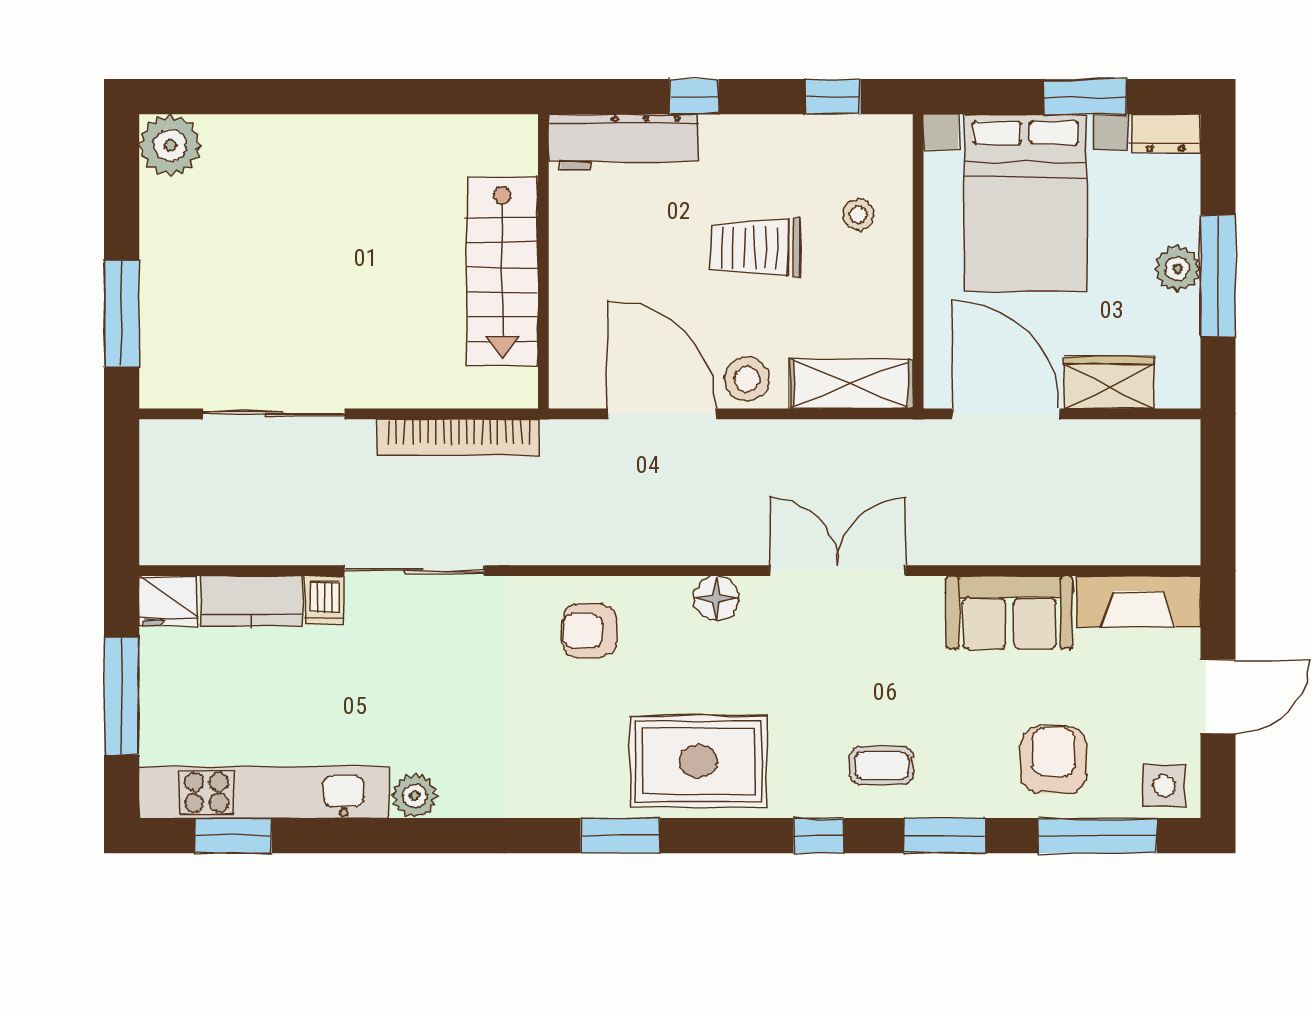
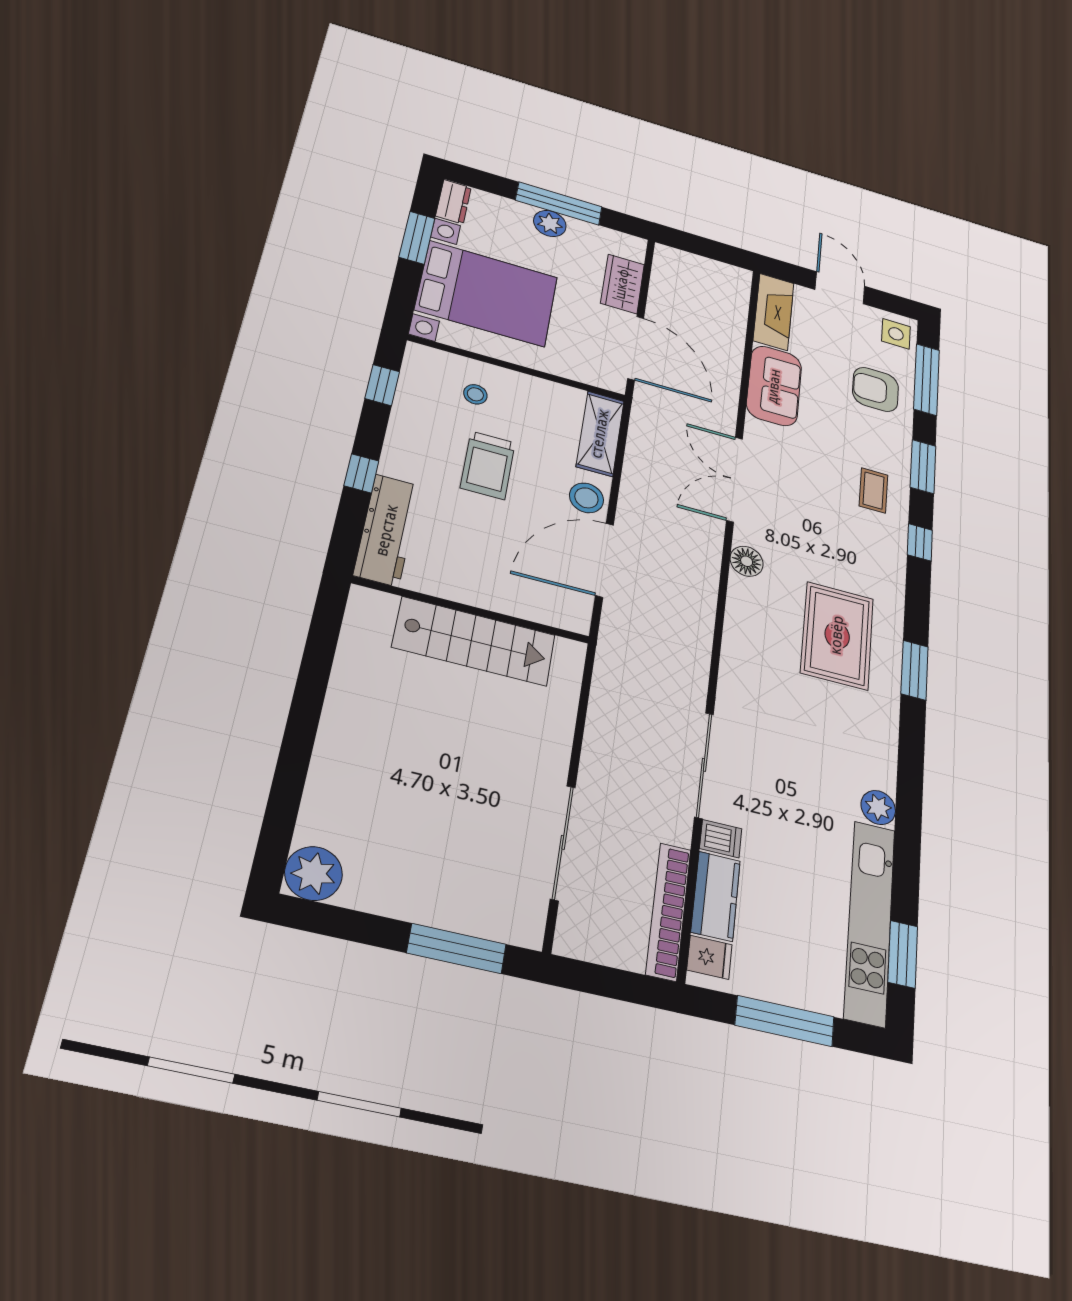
door: (1006, 414) -> (636, 348), swing flipped
bookcase: (459, 437) -> (668, 911), moved, turned 180
fridge: (168, 601) -> (710, 957), width x0.72
armchair: (589, 631) -> (762, 652), removed
rug: (698, 761) -> (837, 635), moved

